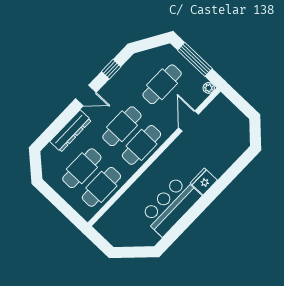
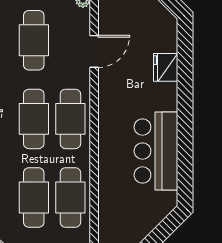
door: (189, 121) -> (94, 51), swing flipped
fridge: (204, 182) -> (166, 67), moved

